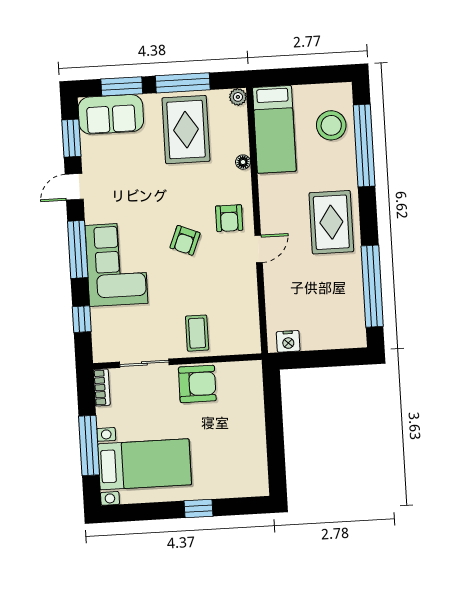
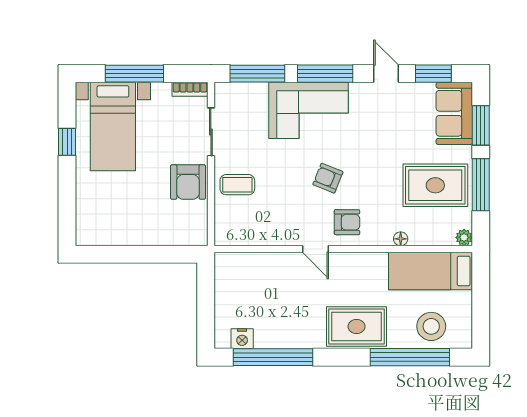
armchair: (229, 218) -> (347, 222), turned 180
rug: (331, 222) -> (357, 326), moved
window: (82, 319) -> (257, 74), width x2.17
nightstand: (288, 341) -> (242, 339), moved, turned -90
window: (199, 509) -> (67, 142), moved

